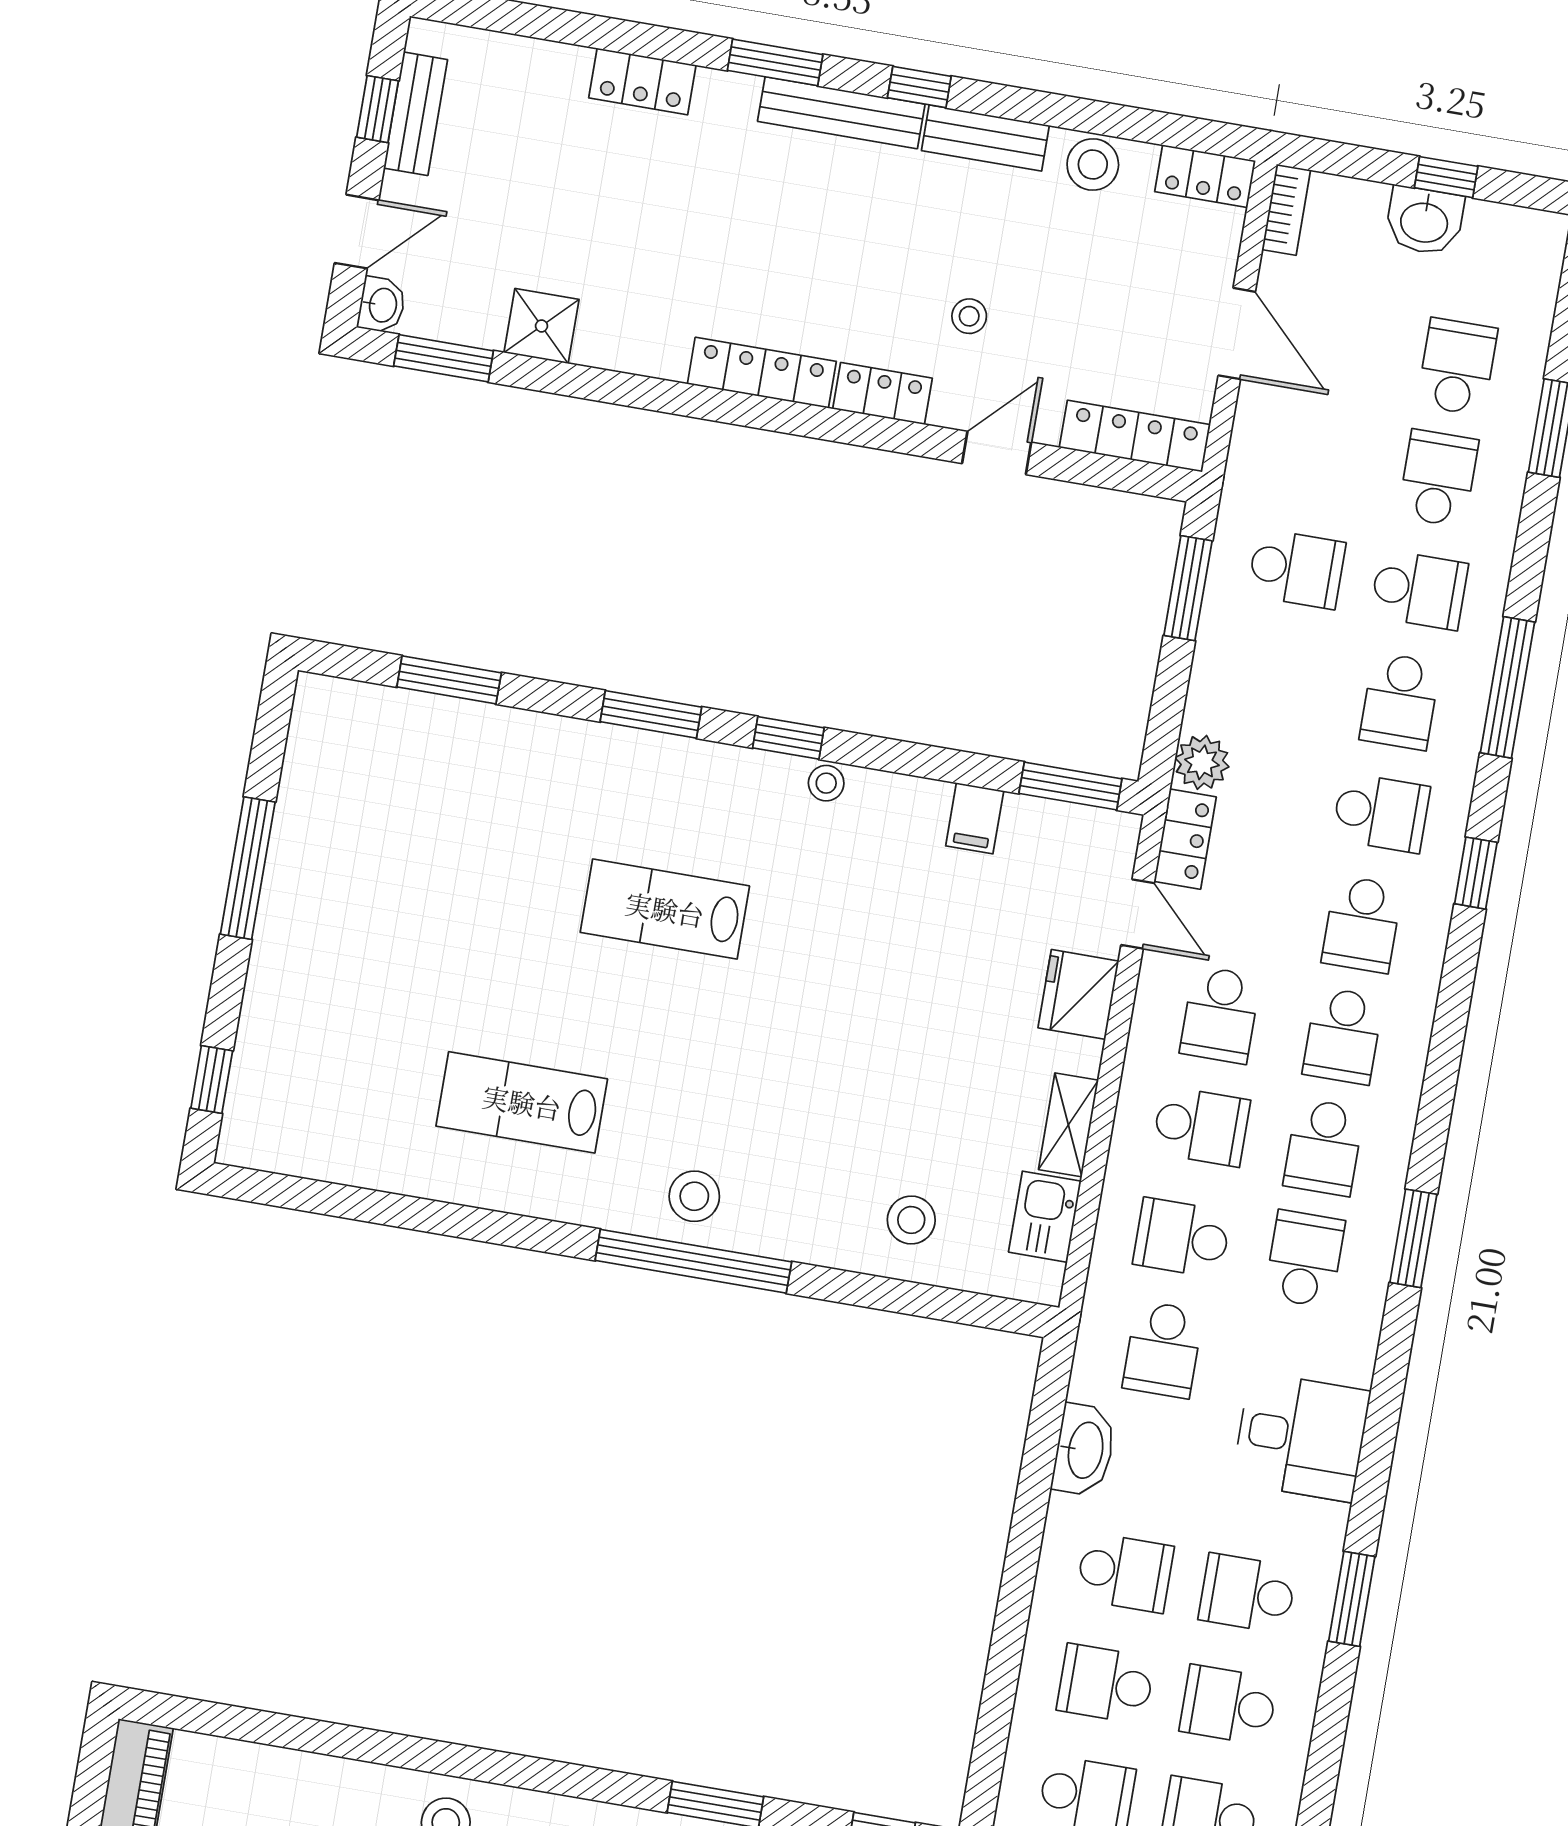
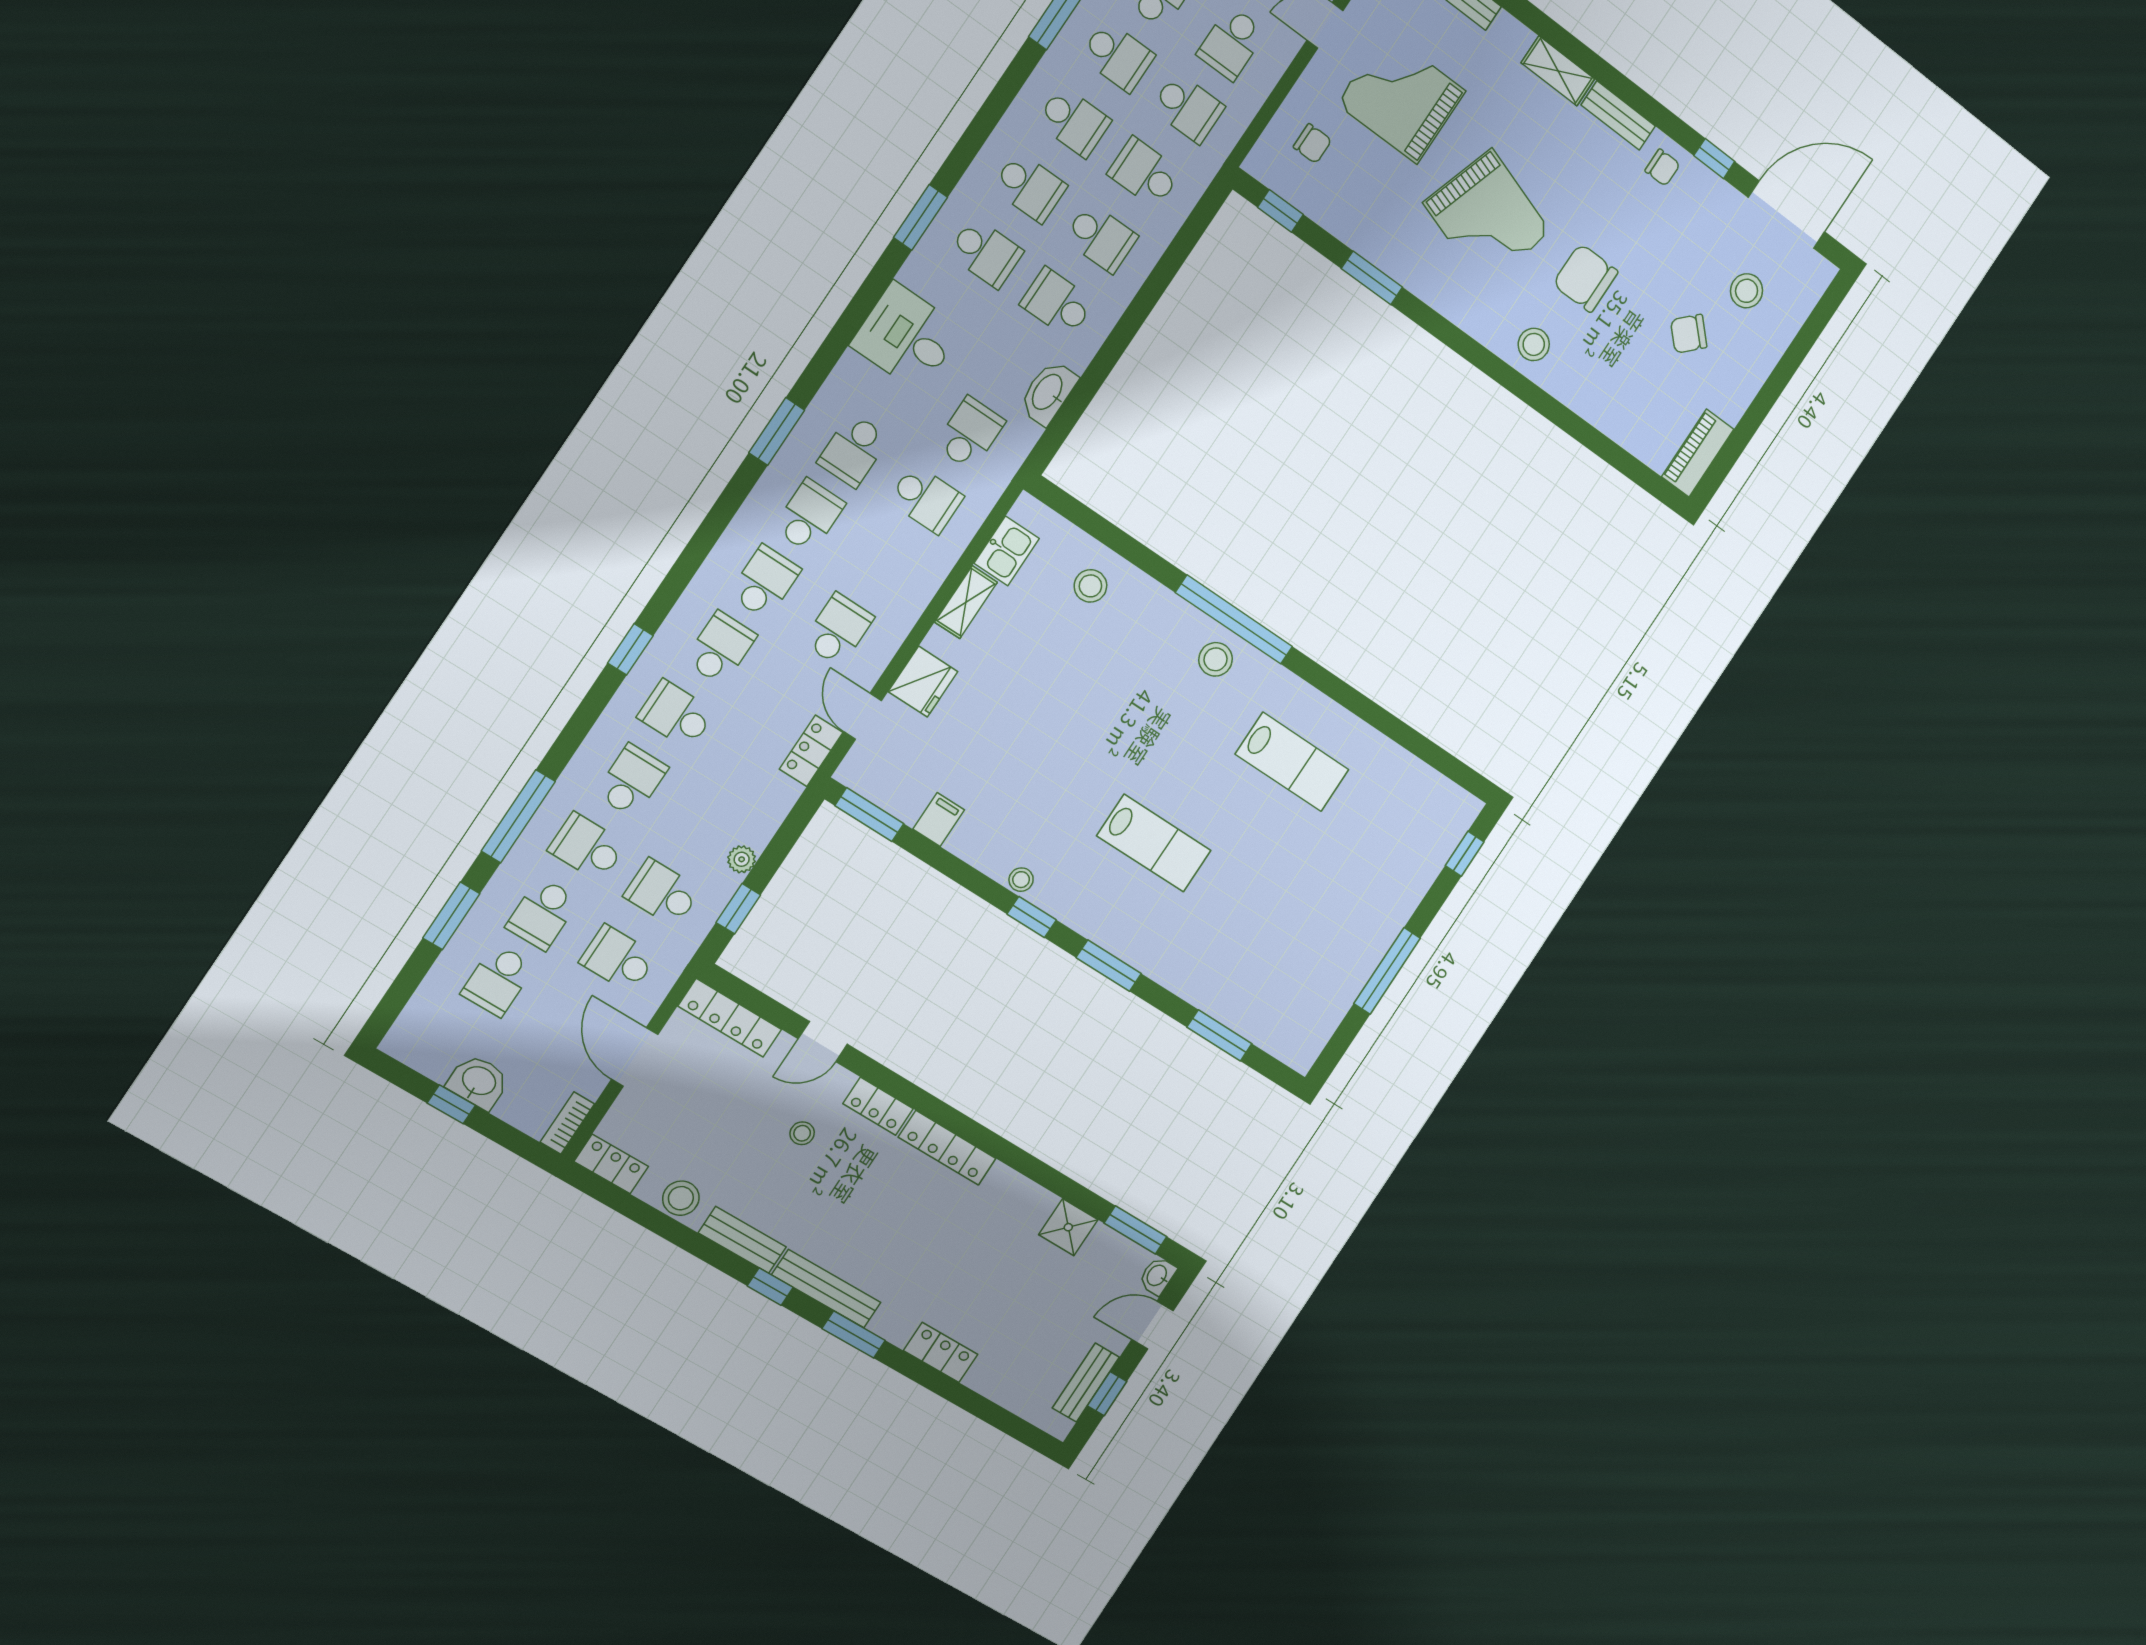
window: (1188, 588) -> (738, 909), width x0.67
window: (1508, 687) -> (518, 816), moved
plant: (1202, 762) -> (742, 859), moved, width x0.73, depth x0.73
school desk: (1201, 1126) -> (618, 959), moved

